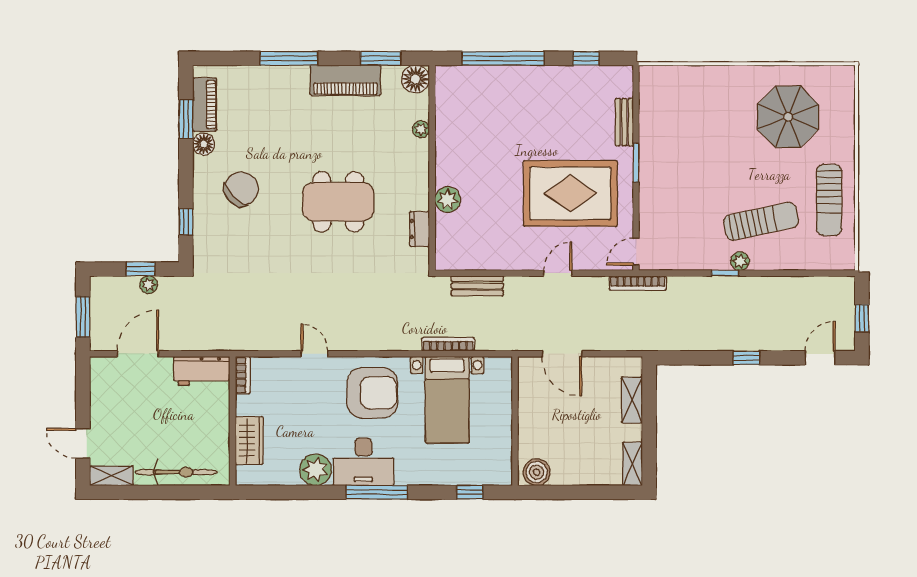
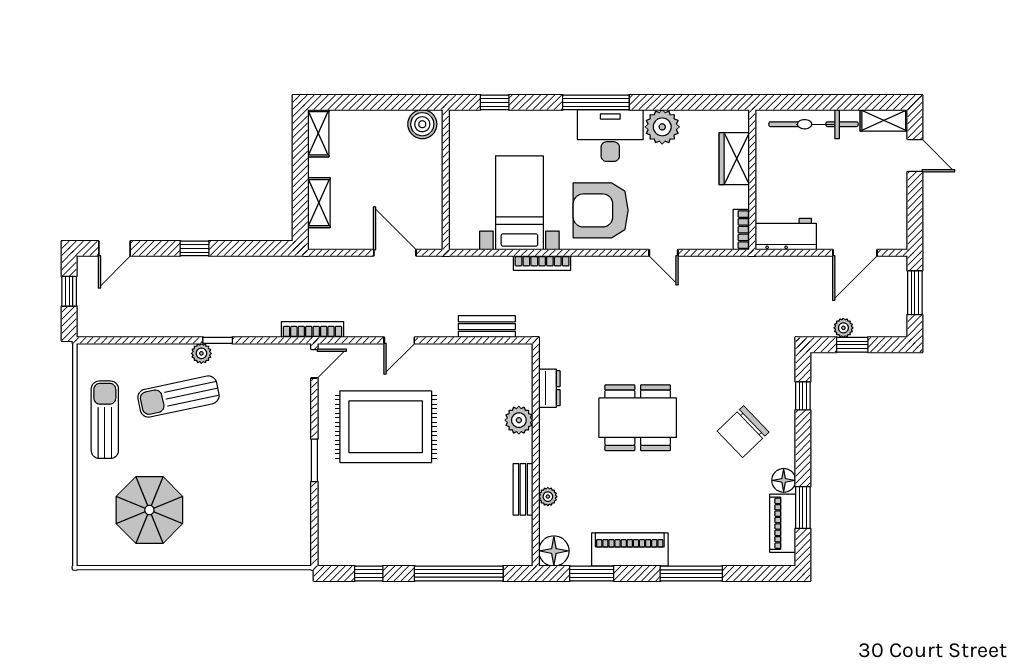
bench: (624, 122) -> (523, 489), moved
bookcase: (448, 344) -> (542, 263), moved

